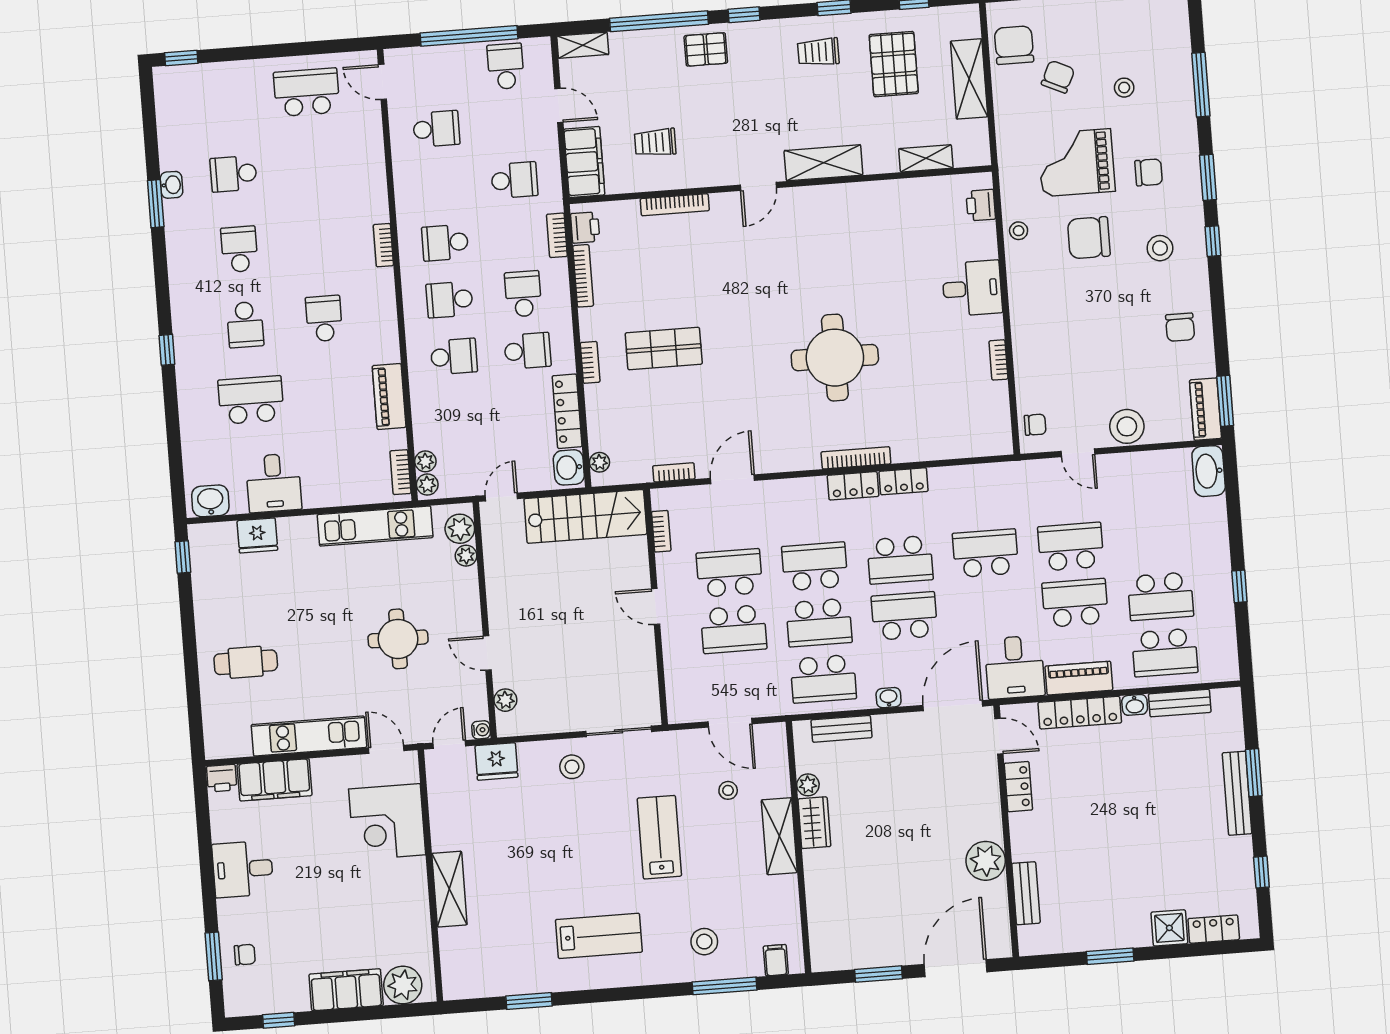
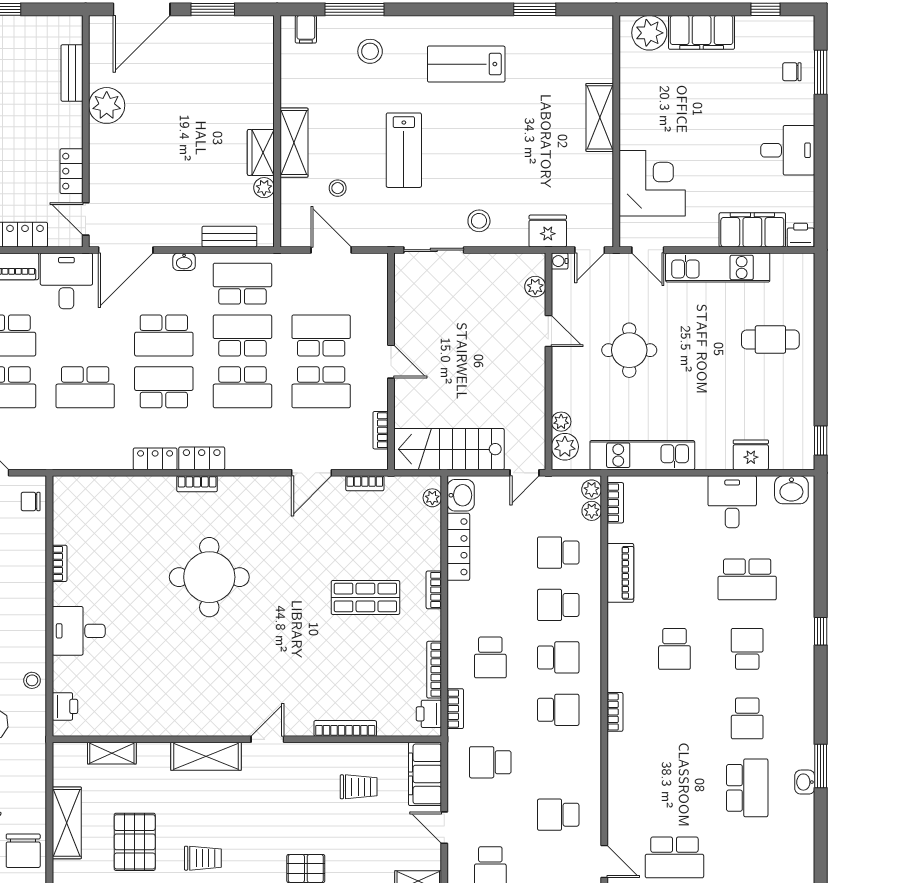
school desk: (234, 174) -> (747, 788), width x1.85
school desk: (528, 351) -> (558, 553), moved
bookcase: (856, 458) -> (197, 484), width x0.64

